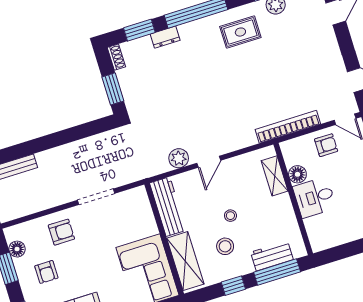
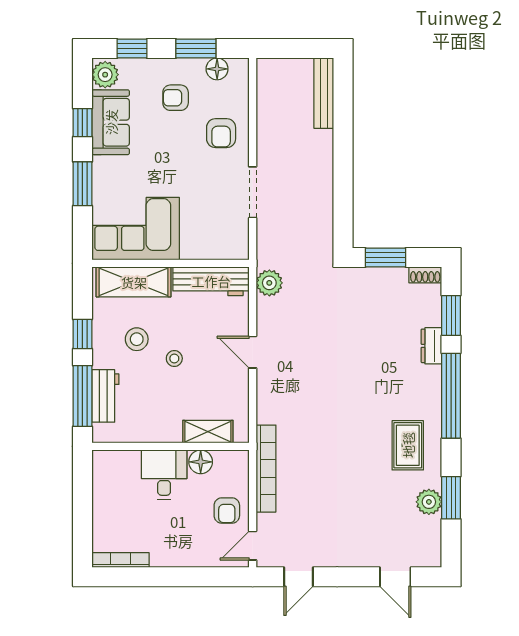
plant: (179, 158) -> (269, 283), moved

